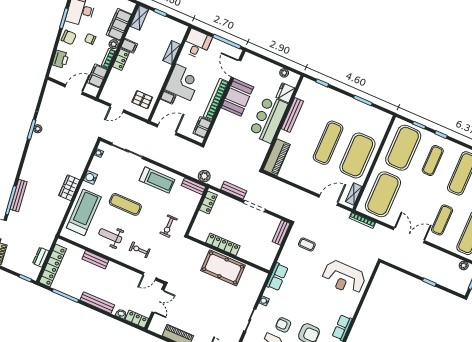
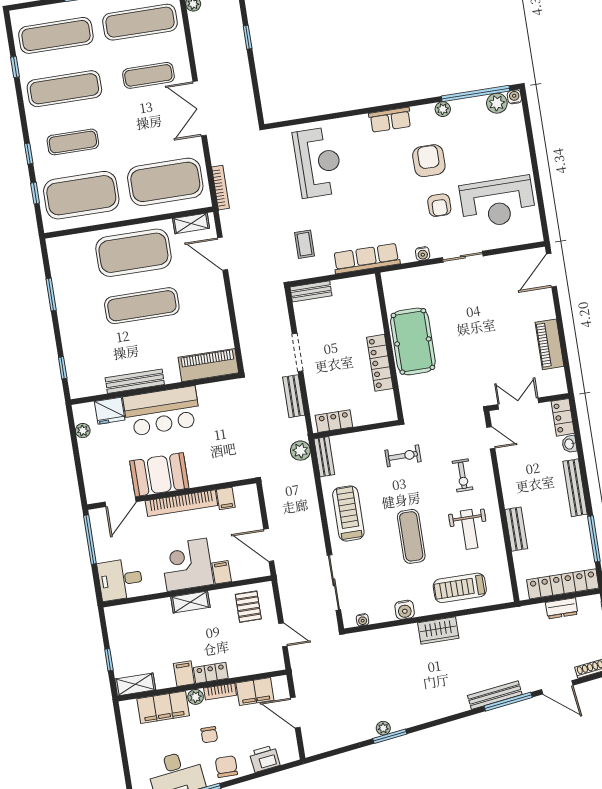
shelving: (172, 52) -> (190, 602), moved
filing cabinet: (202, 127) -> (226, 498), width x0.50
treadmill: (84, 212) -> (460, 588), width x0.73, depth x0.73
row of seats: (277, 277) -> (366, 259), width x1.48

